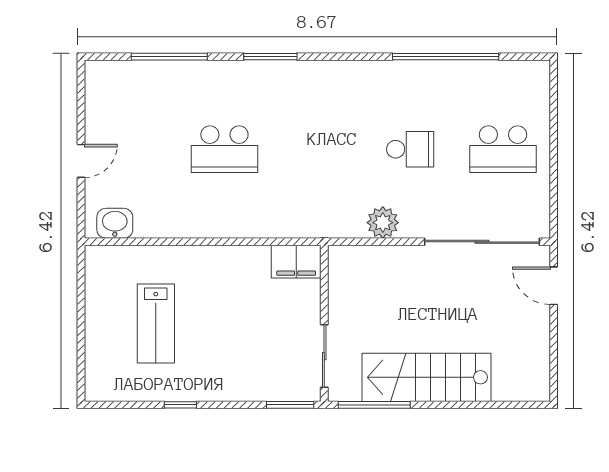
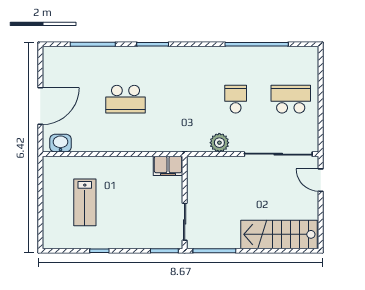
school desk: (410, 149) -> (236, 99), turned -90
school desk: (503, 149) -> (291, 99), turned 180
door: (81, 161) -> (40, 106), width x1.87
stairs: (426, 377) -> (279, 234), moved

